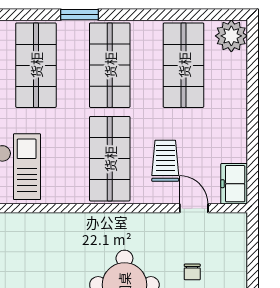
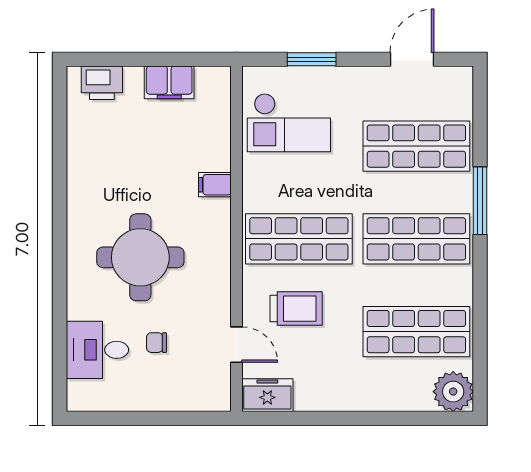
window: (79, 15) -> (480, 201), width x1.44
door: (194, 208) -> (237, 345), hinge flipped
filing cabinet: (67, 225) -> (215, 185), added

